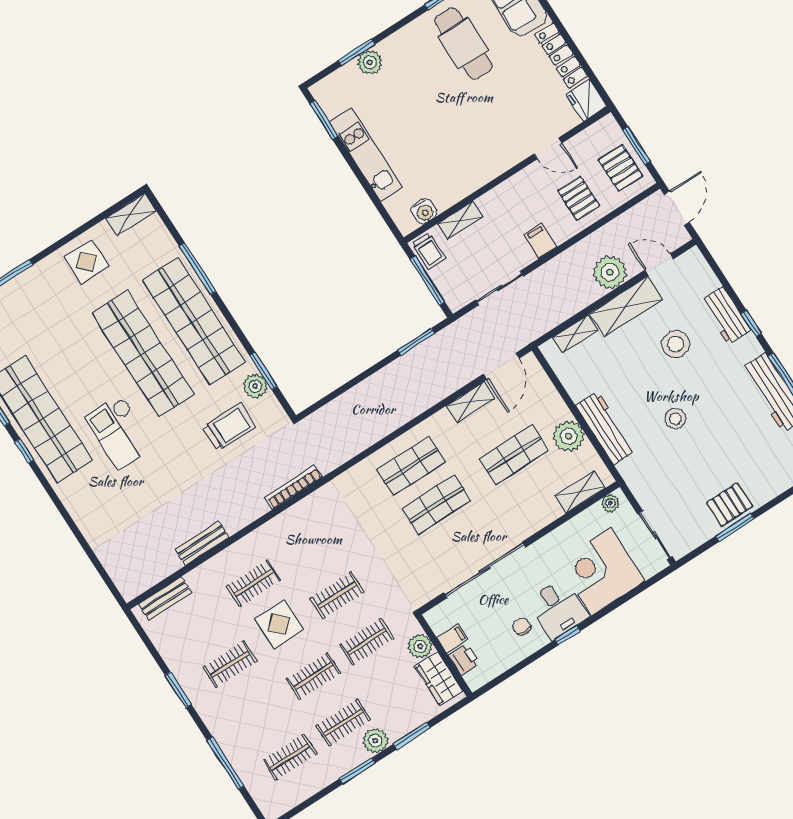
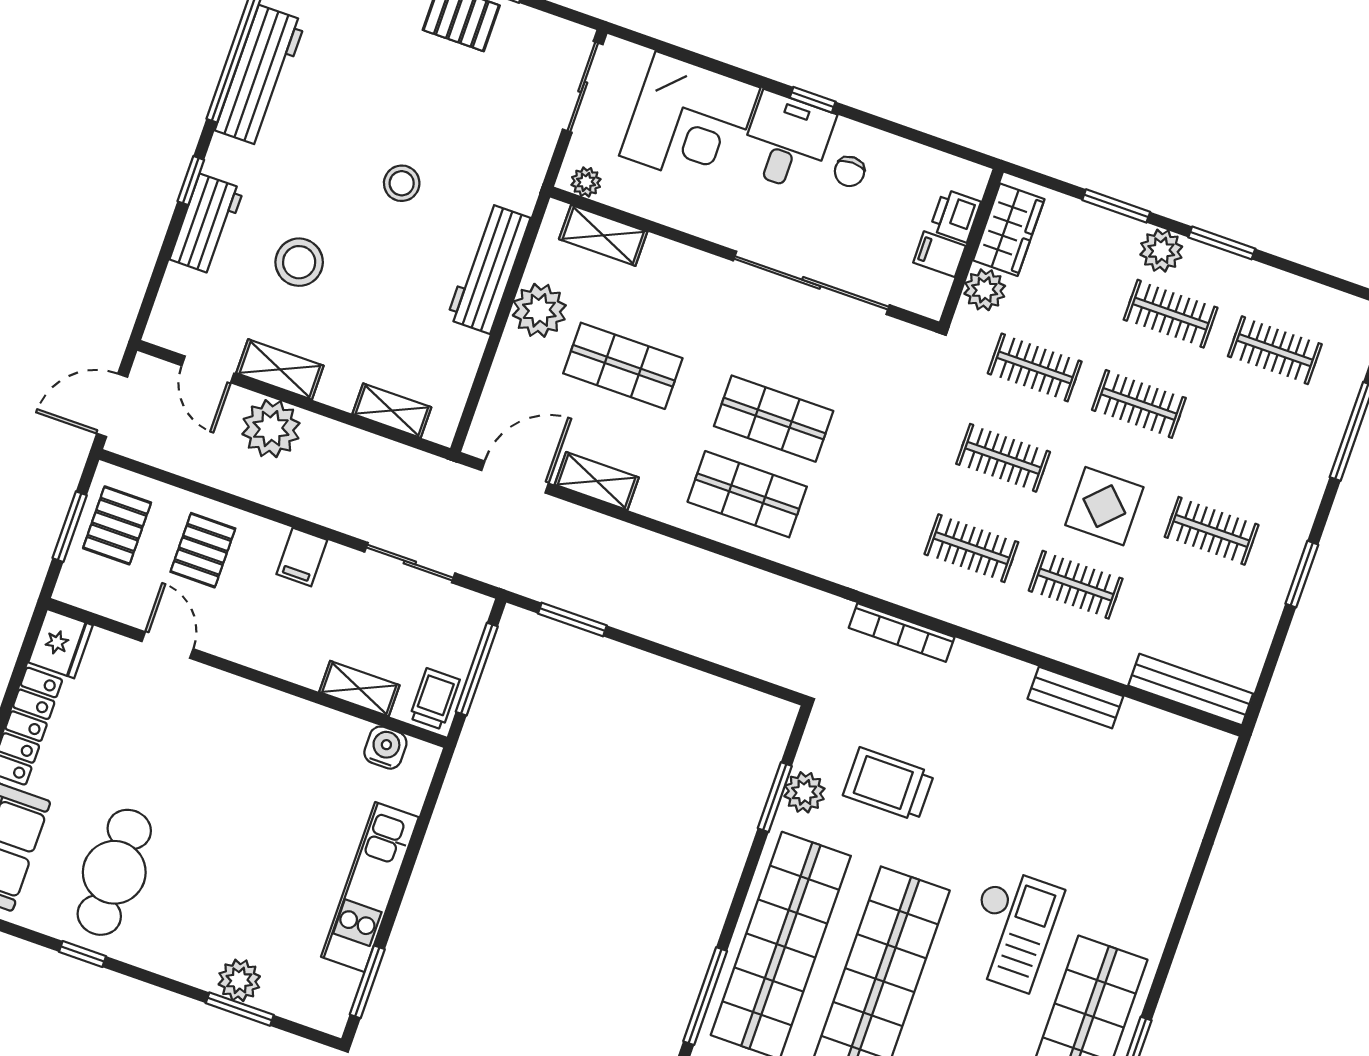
shelving: (626, 306) -> (280, 369), width x0.67, depth x0.75
clothes rail: (307, 549) -> (971, 548), added
bench: (165, 598) -> (1191, 690), width x1.36

